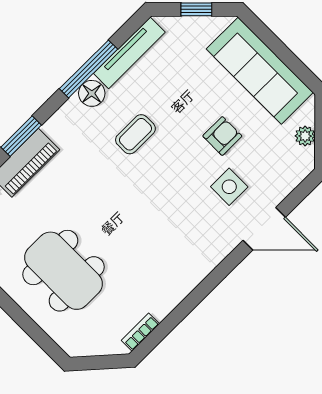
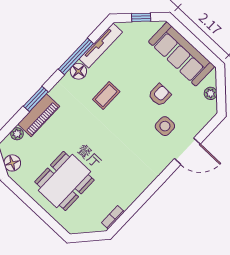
dining table: (63, 271) -> (64, 181), turned 90

